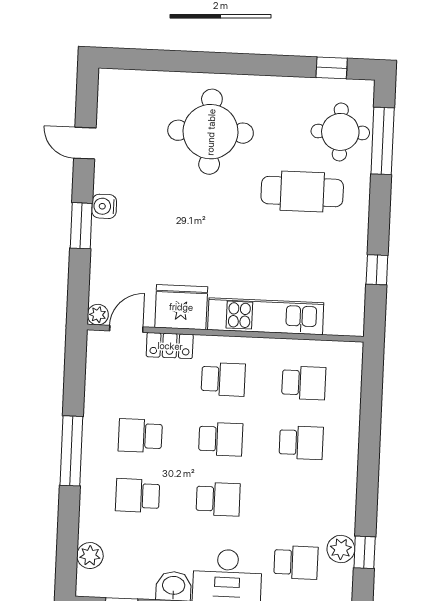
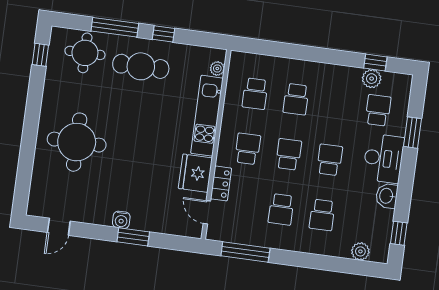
window: (383, 141) -> (115, 27), moved
door: (85, 143) -> (59, 227), moved
cafe table: (302, 192) -> (141, 66), moved, turned 90
window: (377, 270) -> (163, 34), moved
plant: (98, 315) -> (217, 68), moved
school desk: (304, 383) -> (255, 94), turned 180
school desk: (301, 443) -> (296, 99), turned 180
window: (71, 451) -> (245, 252), moved

